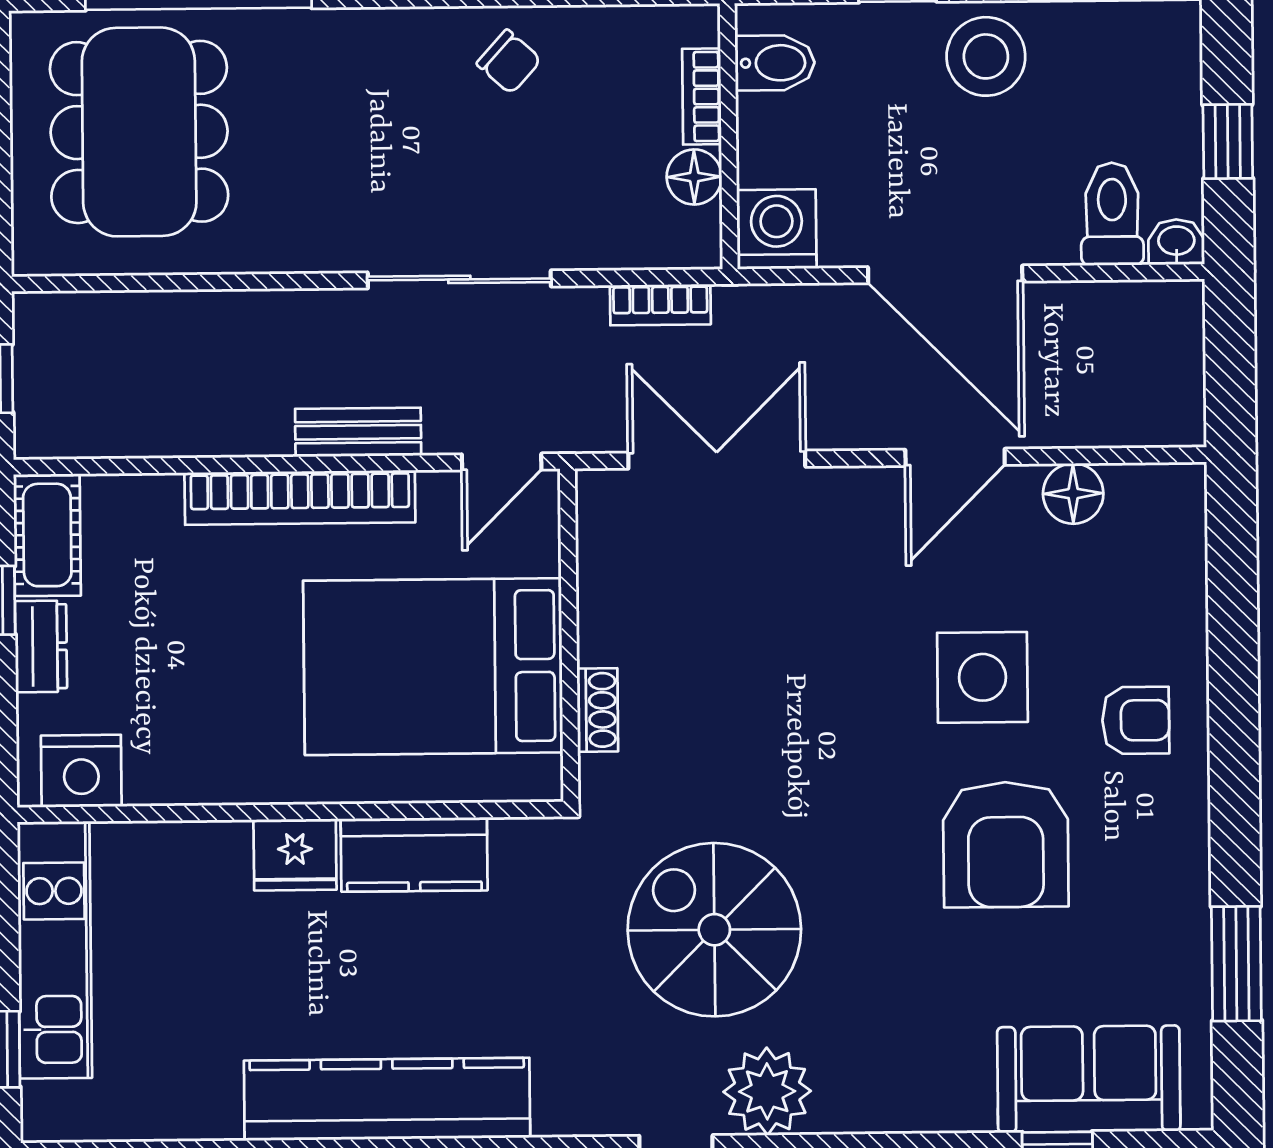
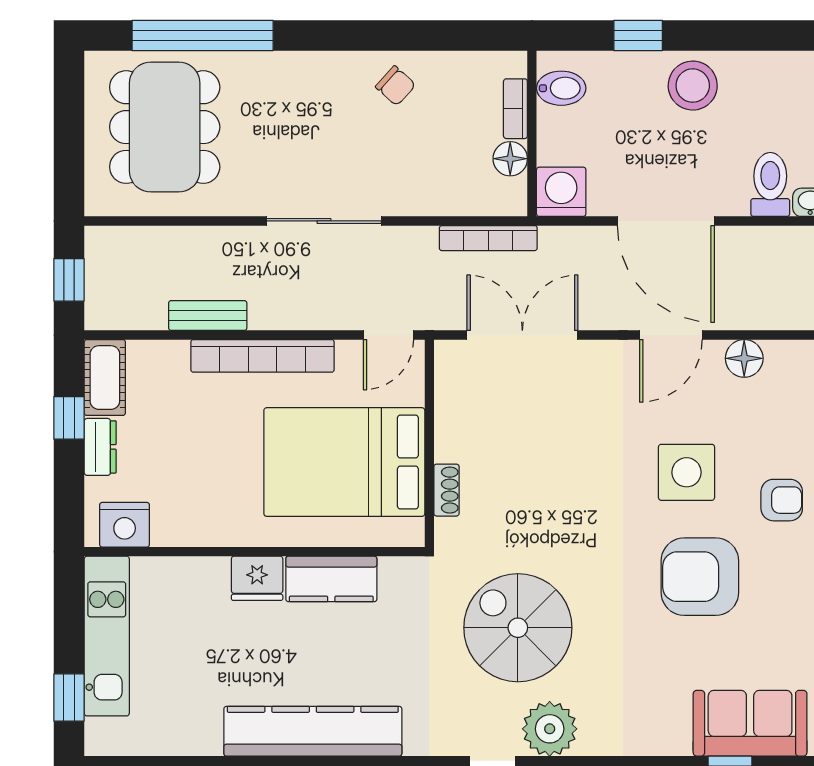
sliding door: (459, 279) -> (324, 221), moved
bookcase: (660, 305) -> (488, 238), width x1.56
bench: (358, 432) -> (208, 316), moved
armchair: (1006, 845) -> (700, 577), turned 90

